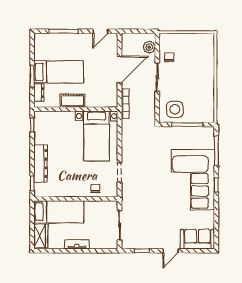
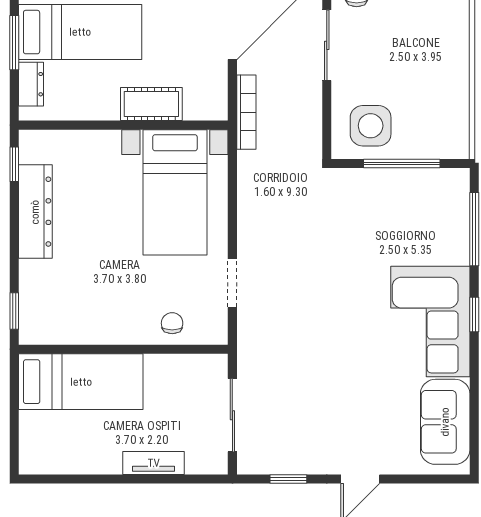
cot: (73, 101) -> (151, 104), moved
dresser: (41, 164) -> (35, 212), moved
corner sofa: (193, 180) -> (430, 321), width x0.73, depth x0.74
wardrobe: (41, 236) -> (36, 442), removed
sofa: (197, 239) -> (445, 422), moved, turned -90
tv unit: (77, 244) -> (154, 463), moved

